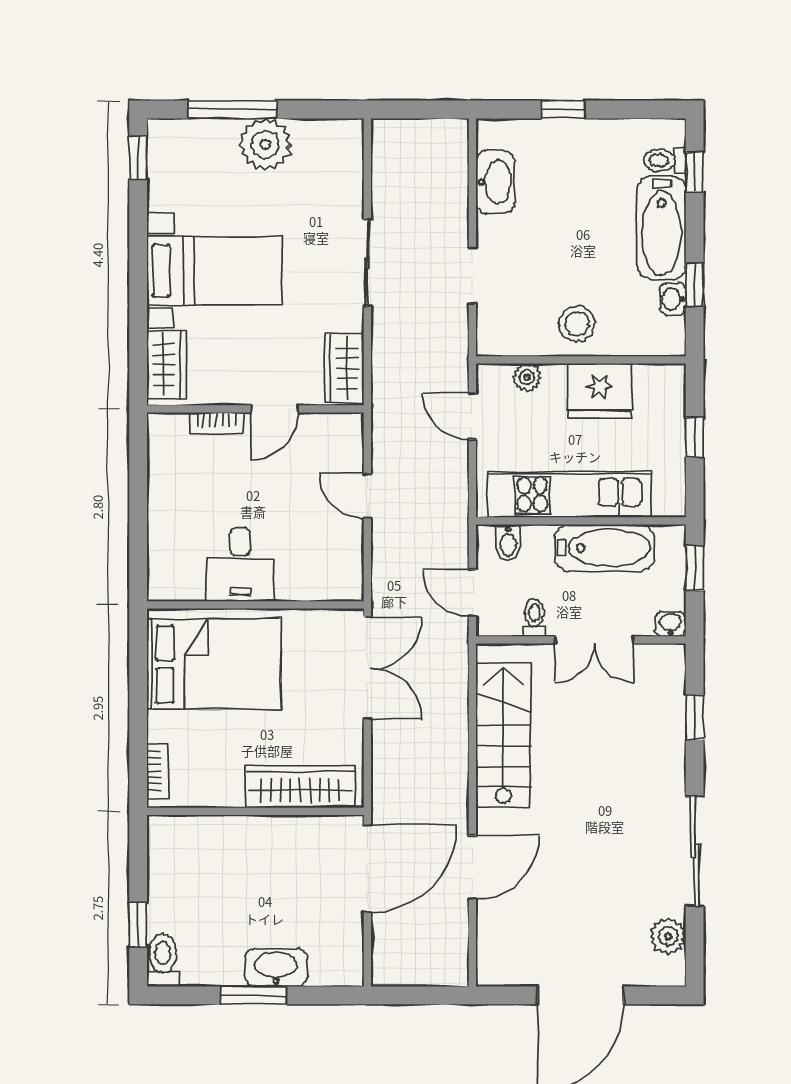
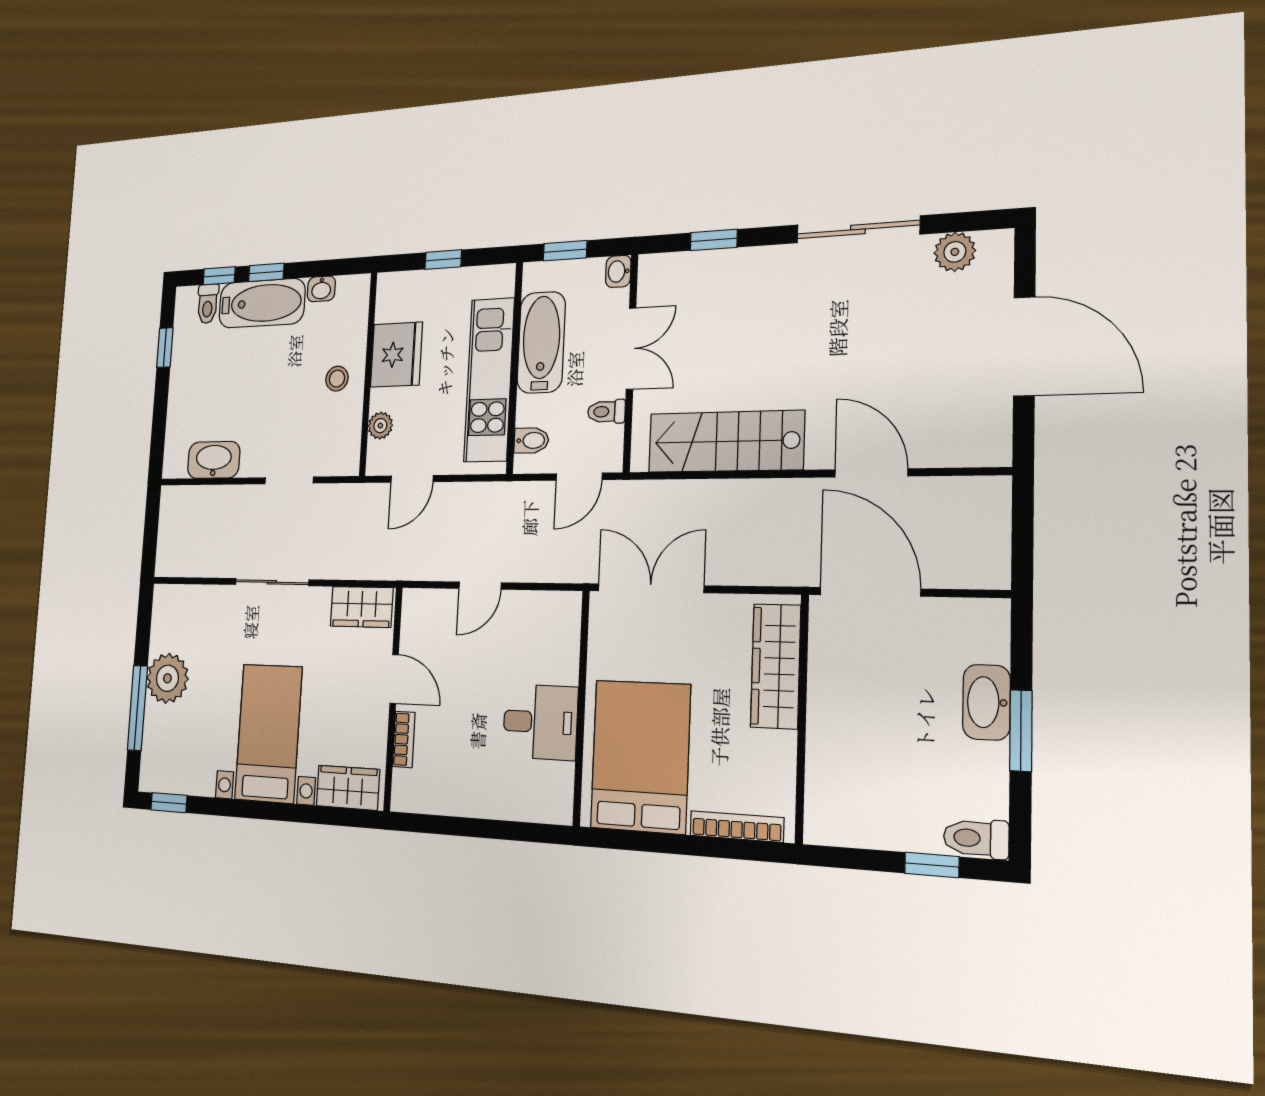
window: (563, 110) -> (165, 348), moved
window: (695, 285) -> (266, 272), moved
stool: (577, 324) -> (337, 379), width x0.73, depth x0.73
bookcase: (158, 771) -> (737, 826), width x1.56

